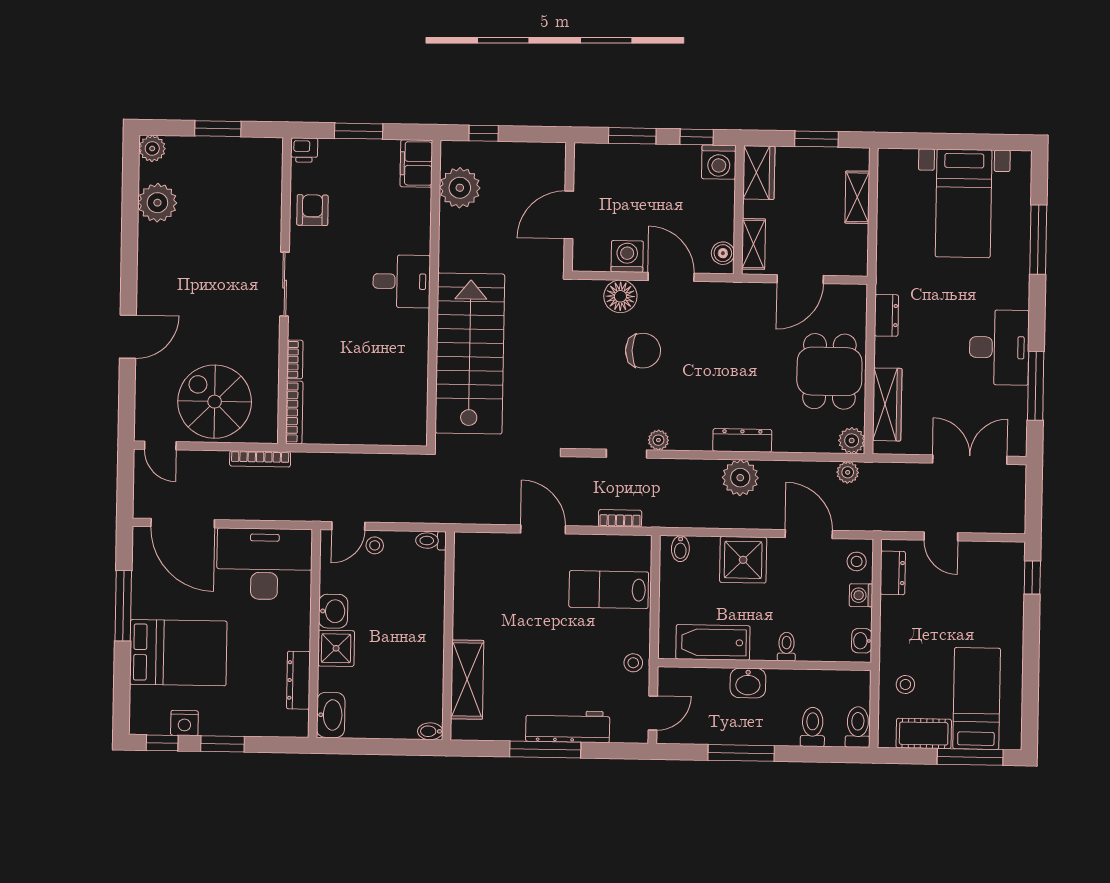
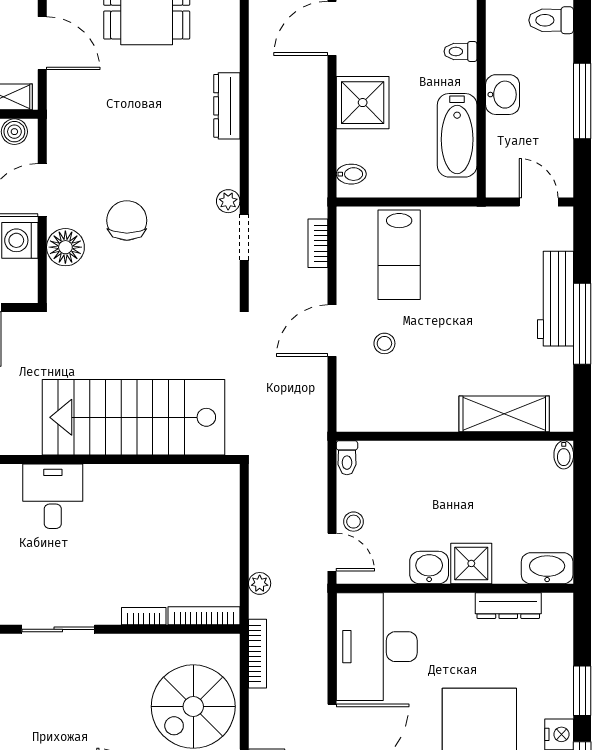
plant: (740, 478) -> (260, 583), moved, width x0.53, depth x0.53
stool: (633, 663) -> (384, 343), moved

